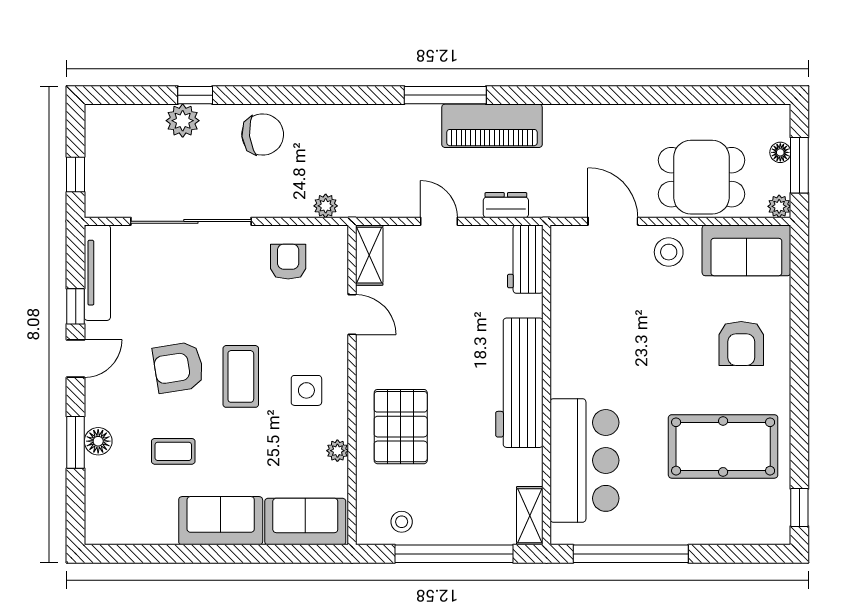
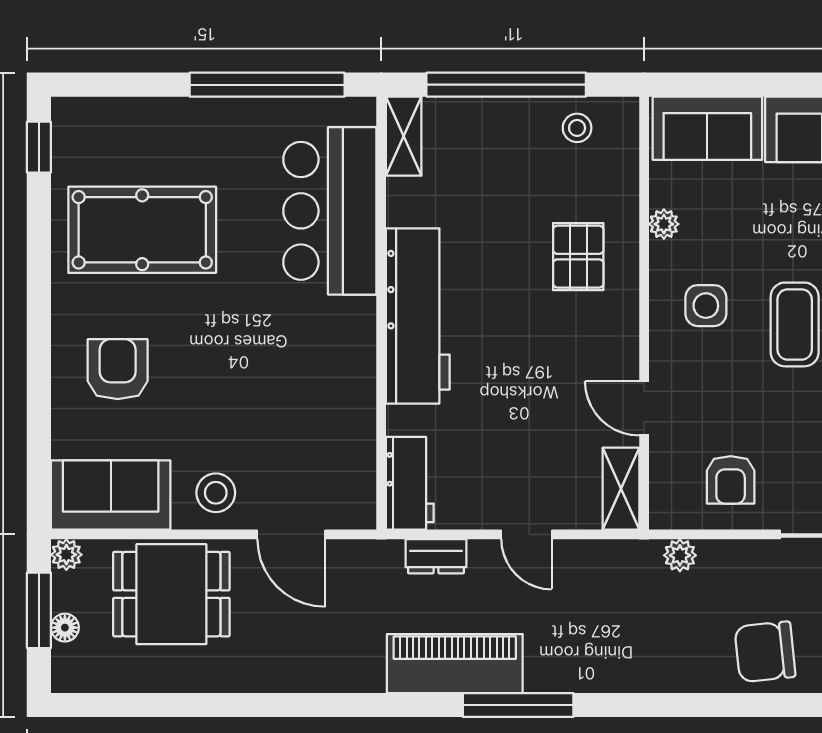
pallet: (401, 427) -> (578, 257), width x0.67, depth x0.71

